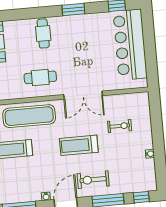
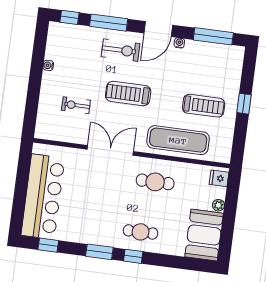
window: (45, 12) -> (133, 256), added
cafe table: (43, 33) -> (140, 232), turned 90
treadmill: (79, 145) -> (128, 94), turned 180

